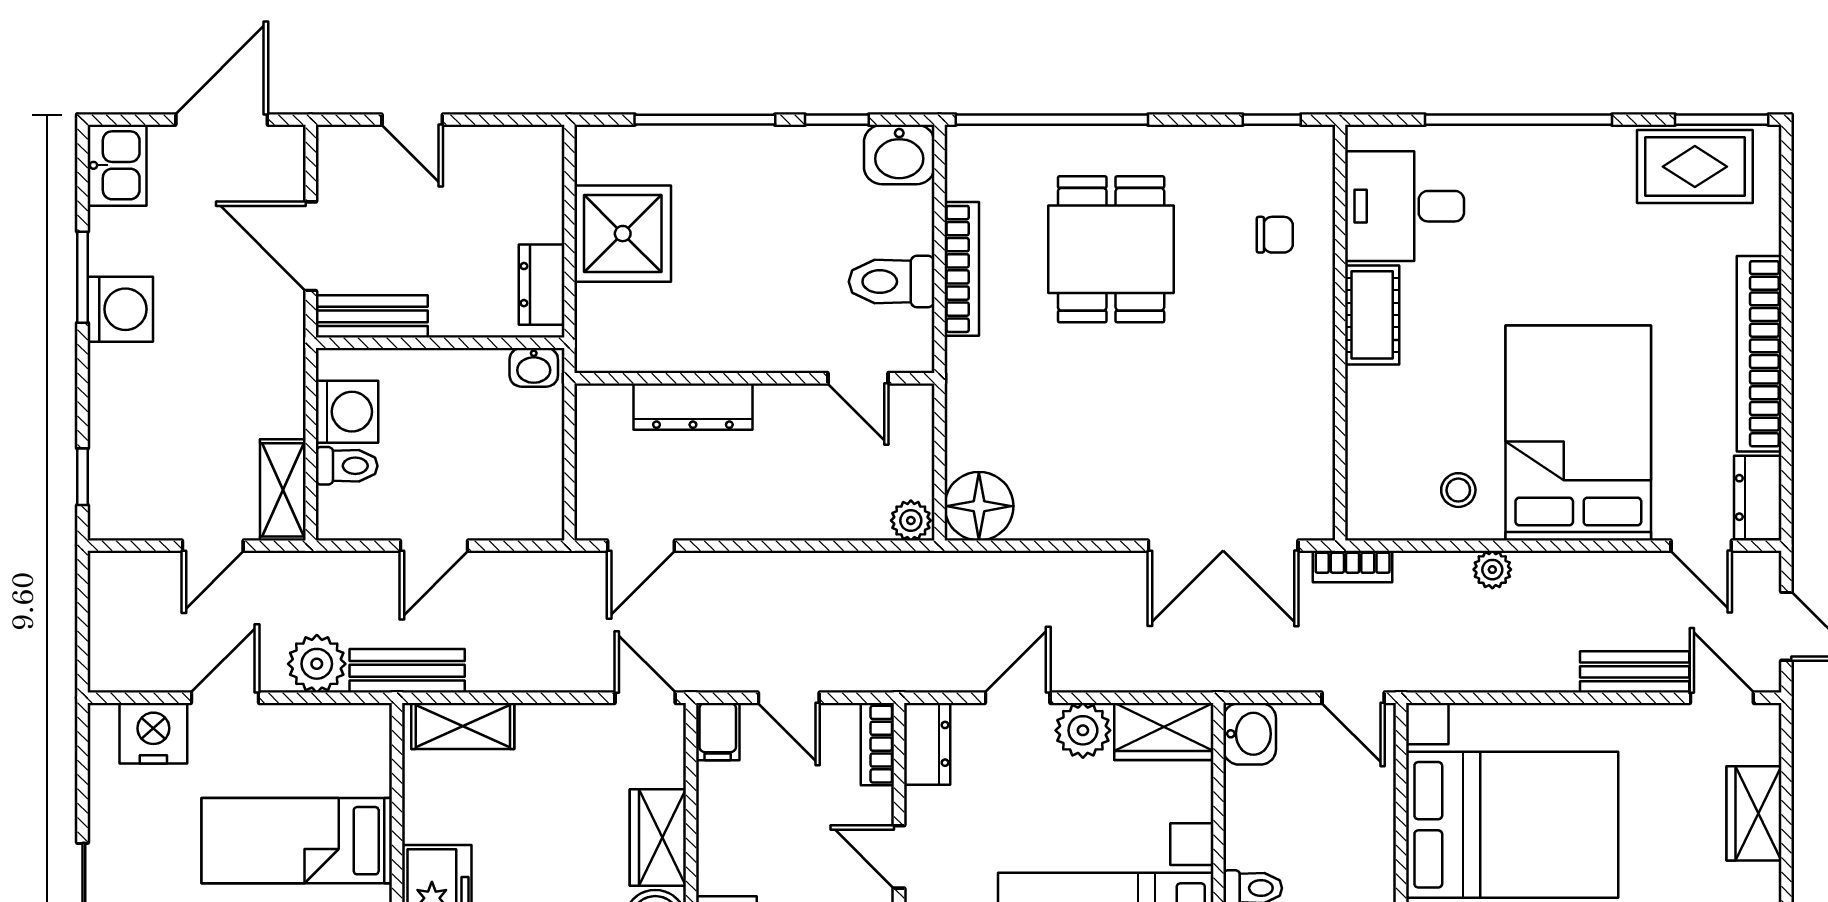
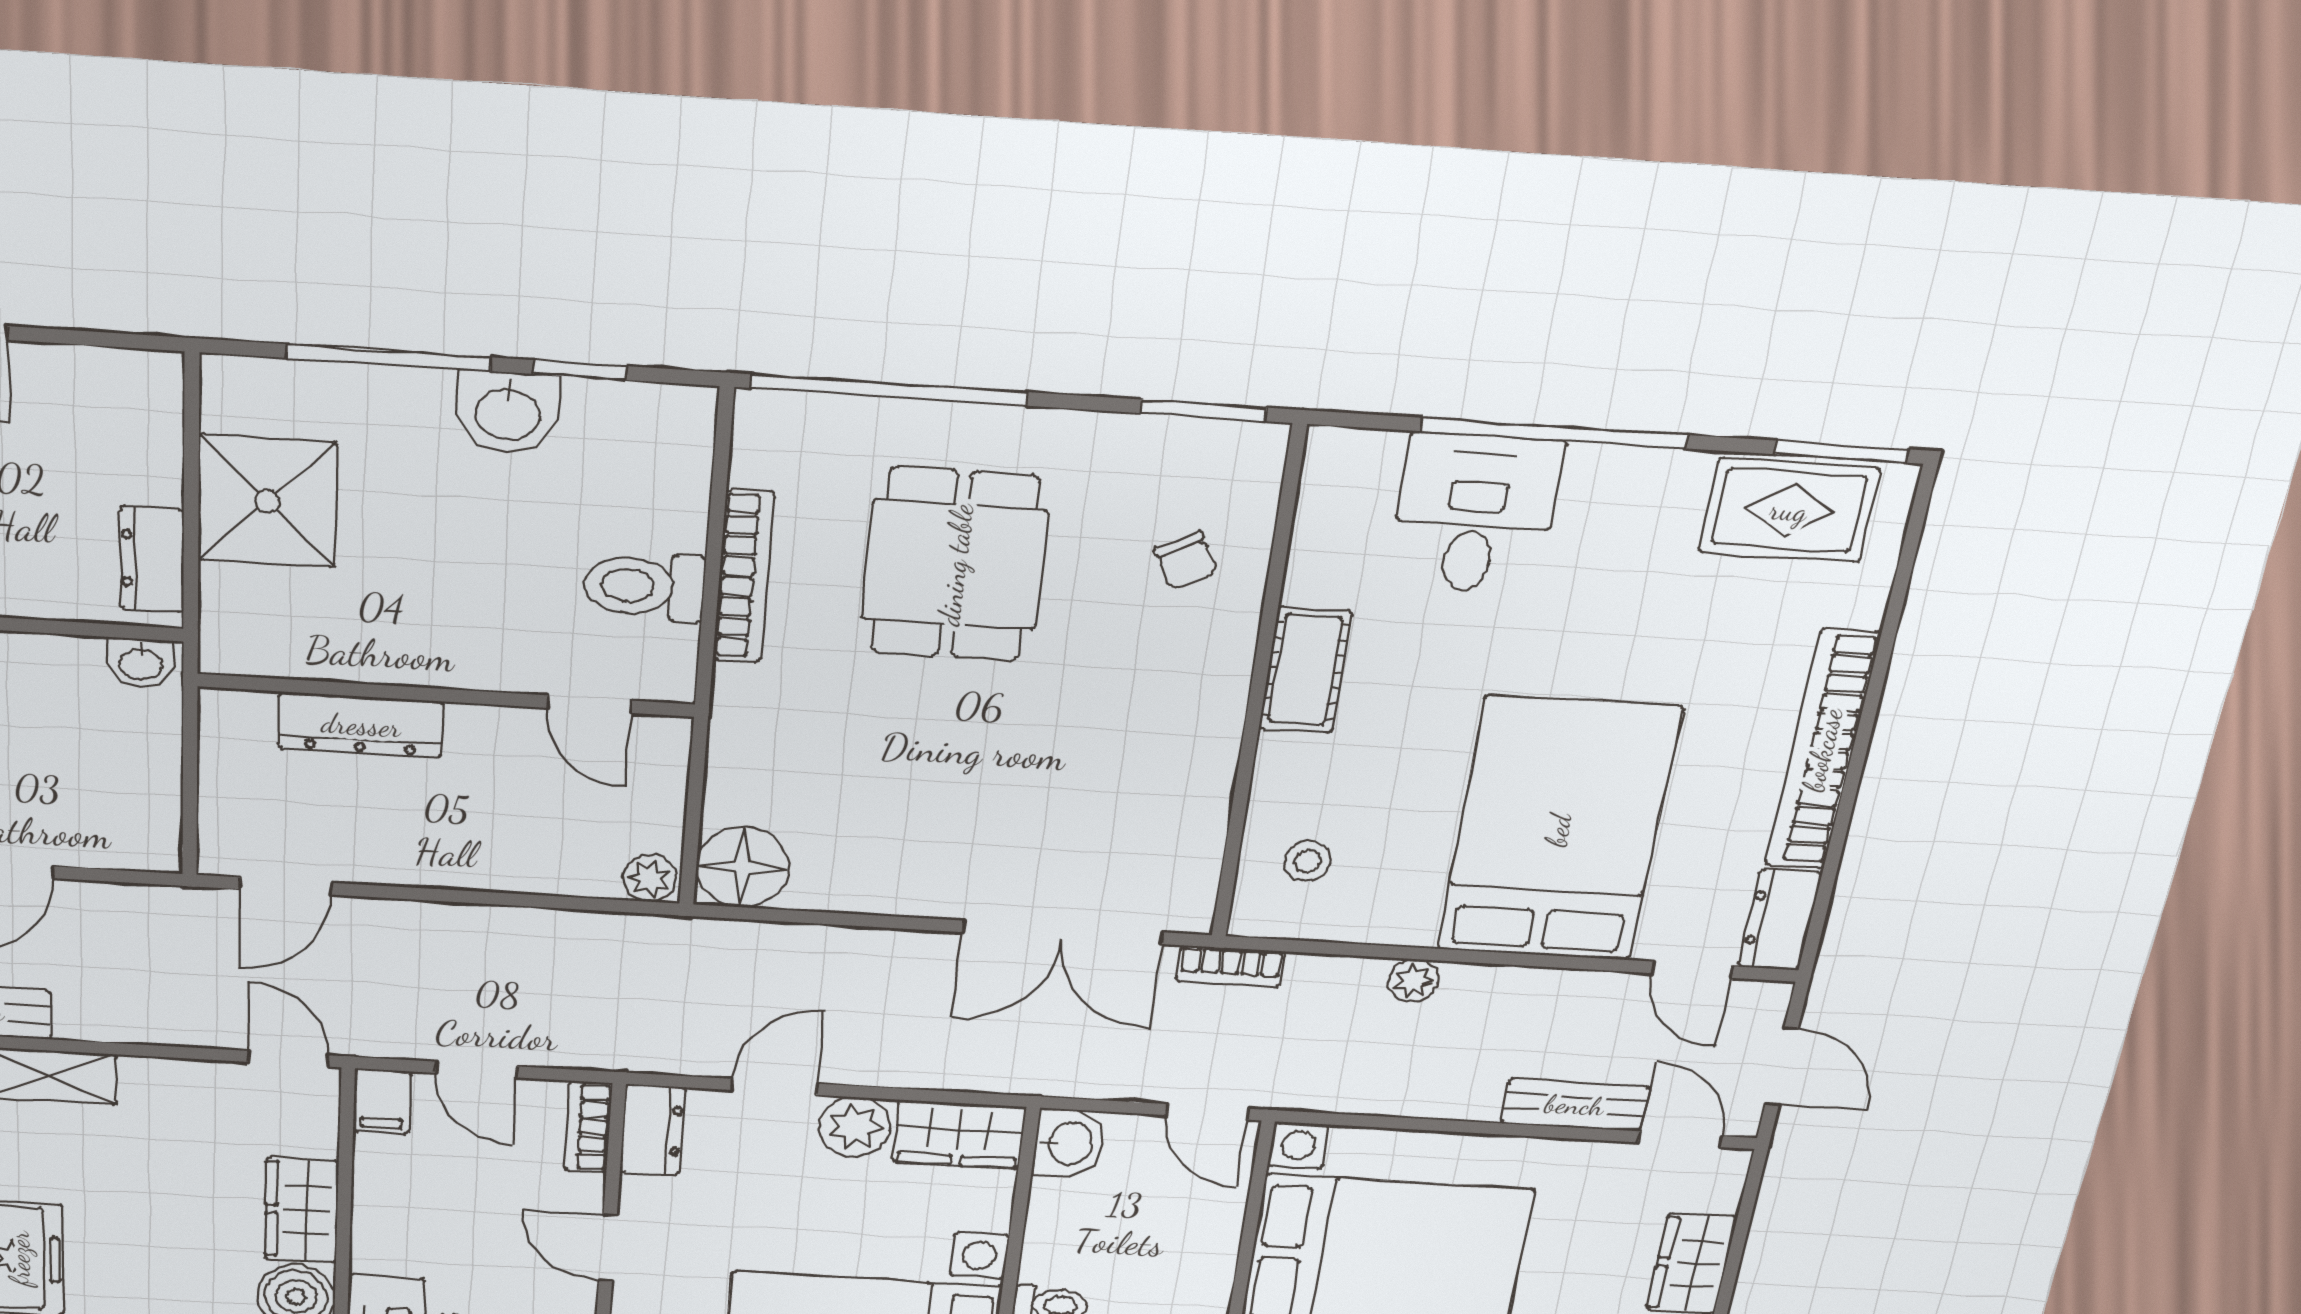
window: (1272, 120) -> (1203, 410), width x1.50
washbasin: (899, 155) -> (508, 412), moved
desk: (1405, 206) -> (1475, 513), moved, turned 90
chair: (1275, 235) -> (1186, 561), turned 62
stool: (1458, 490) -> (1308, 861), moved

